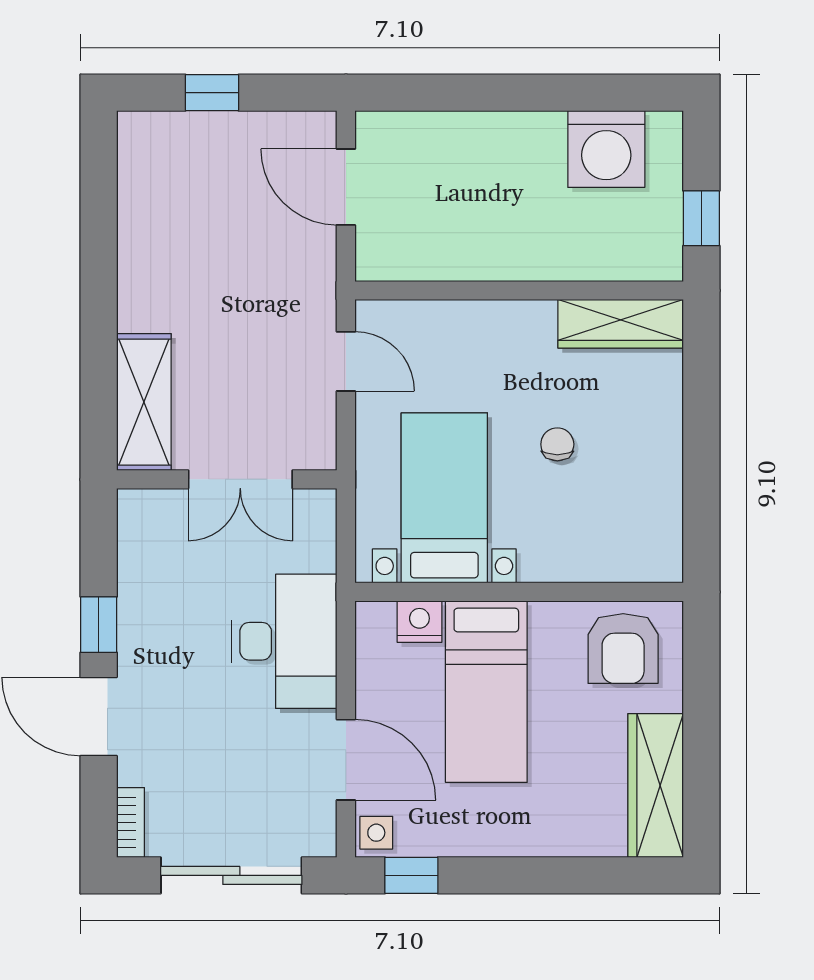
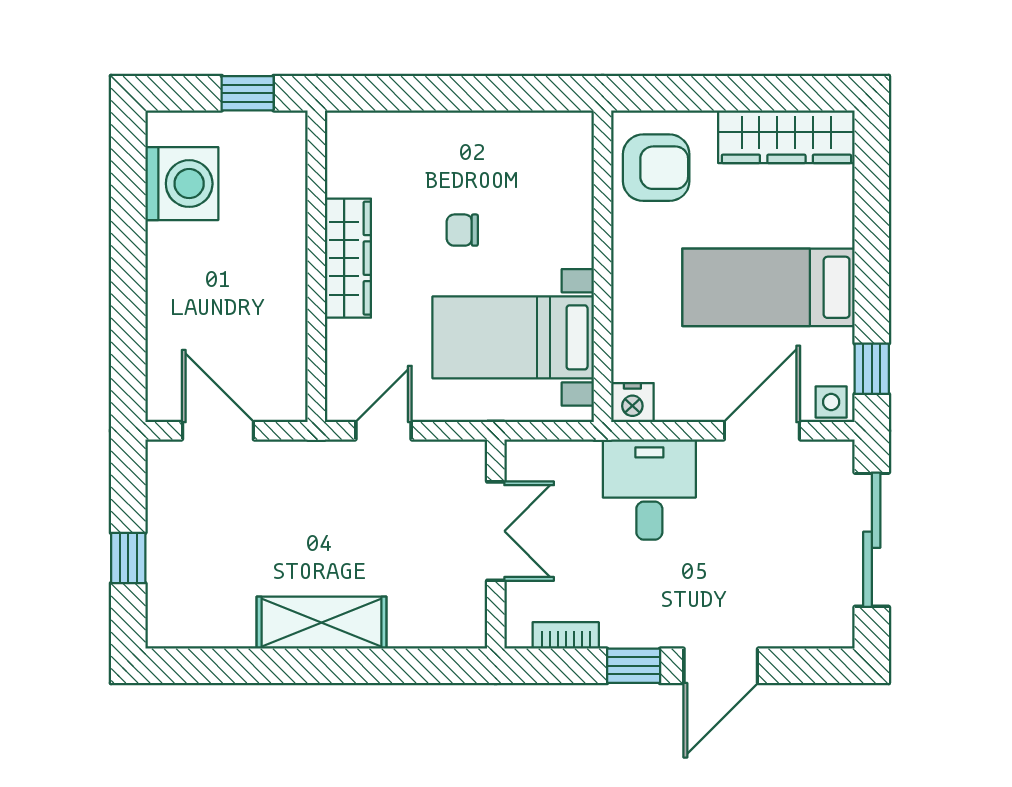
door: (346, 187) -> (218, 431), swing flipped
wardrobe: (621, 324) -> (348, 258), moved
shelving: (144, 402) -> (321, 623), moved
nightstand: (419, 622) -> (632, 403), moved, turned -90
desk: (284, 641) -> (649, 489), width x0.73
bed: (486, 692) -> (769, 287), moved, turned 180
bookcase: (130, 823) -> (566, 635), moved

